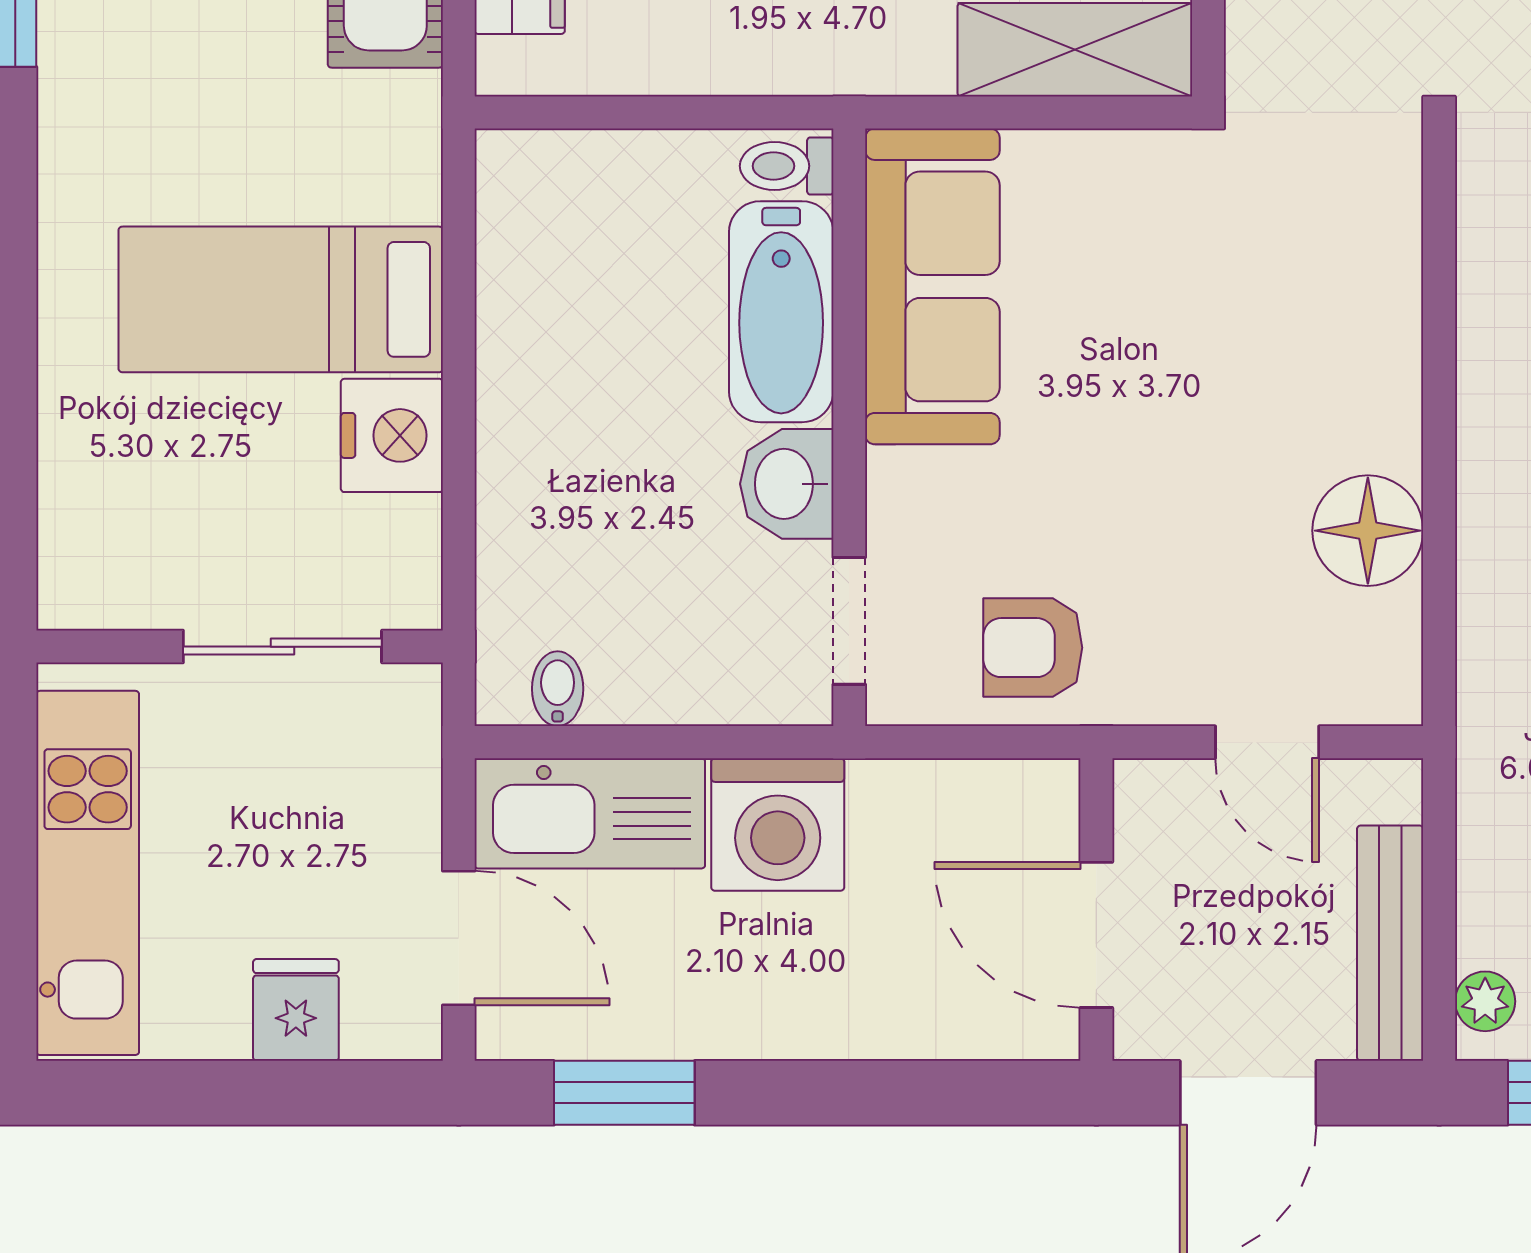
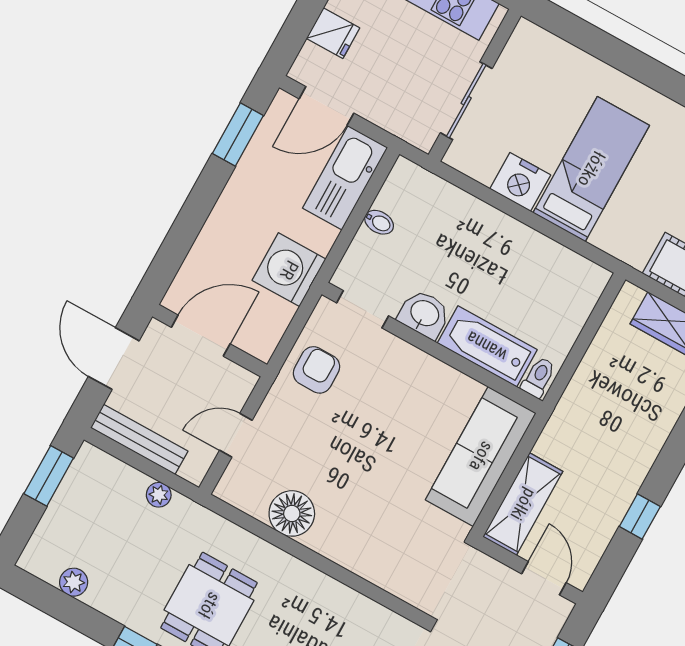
sofa: (932, 286) -> (481, 456), moved, turned 90
bidet: (558, 689) -> (379, 222), moved
washing machine: (778, 824) -> (289, 270), moved
plant: (1485, 1001) -> (159, 495), moved

